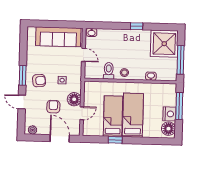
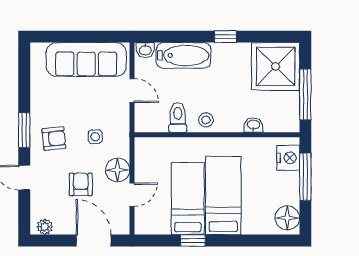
bathtub: (113, 36) -> (183, 55), added
nightstand: (169, 114) -> (288, 158), moved

